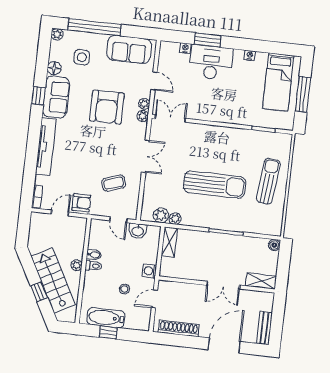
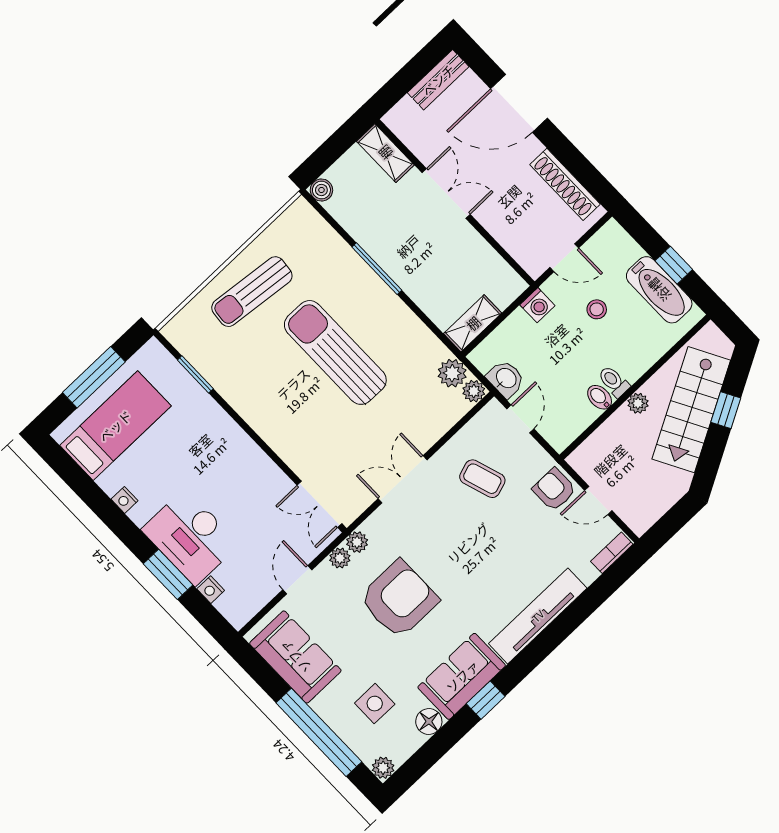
plant: (175, 219) -> (474, 391), moved

